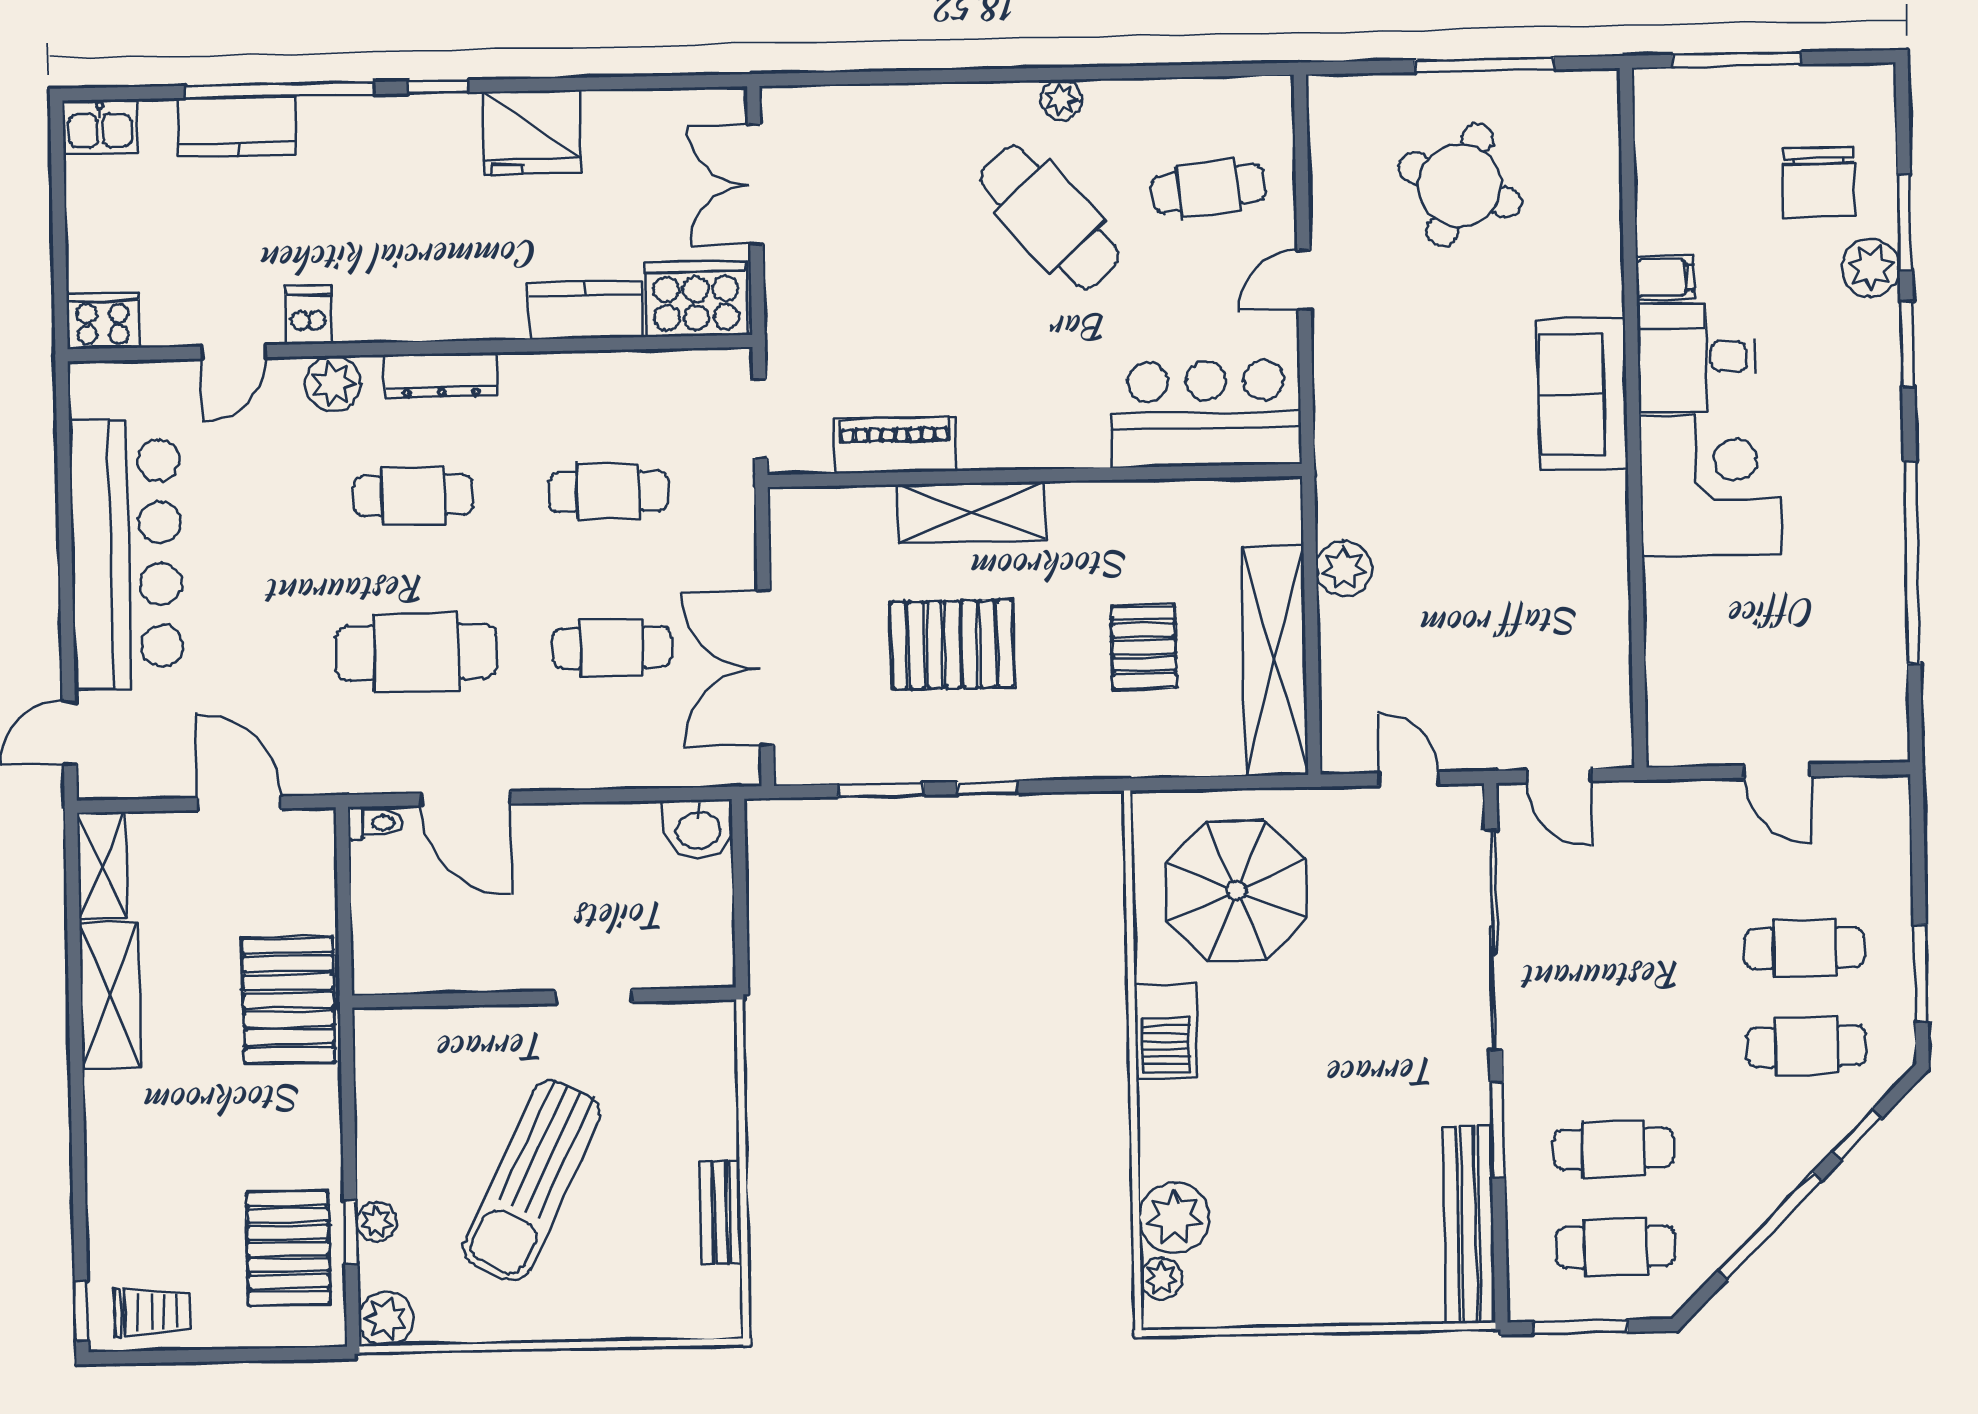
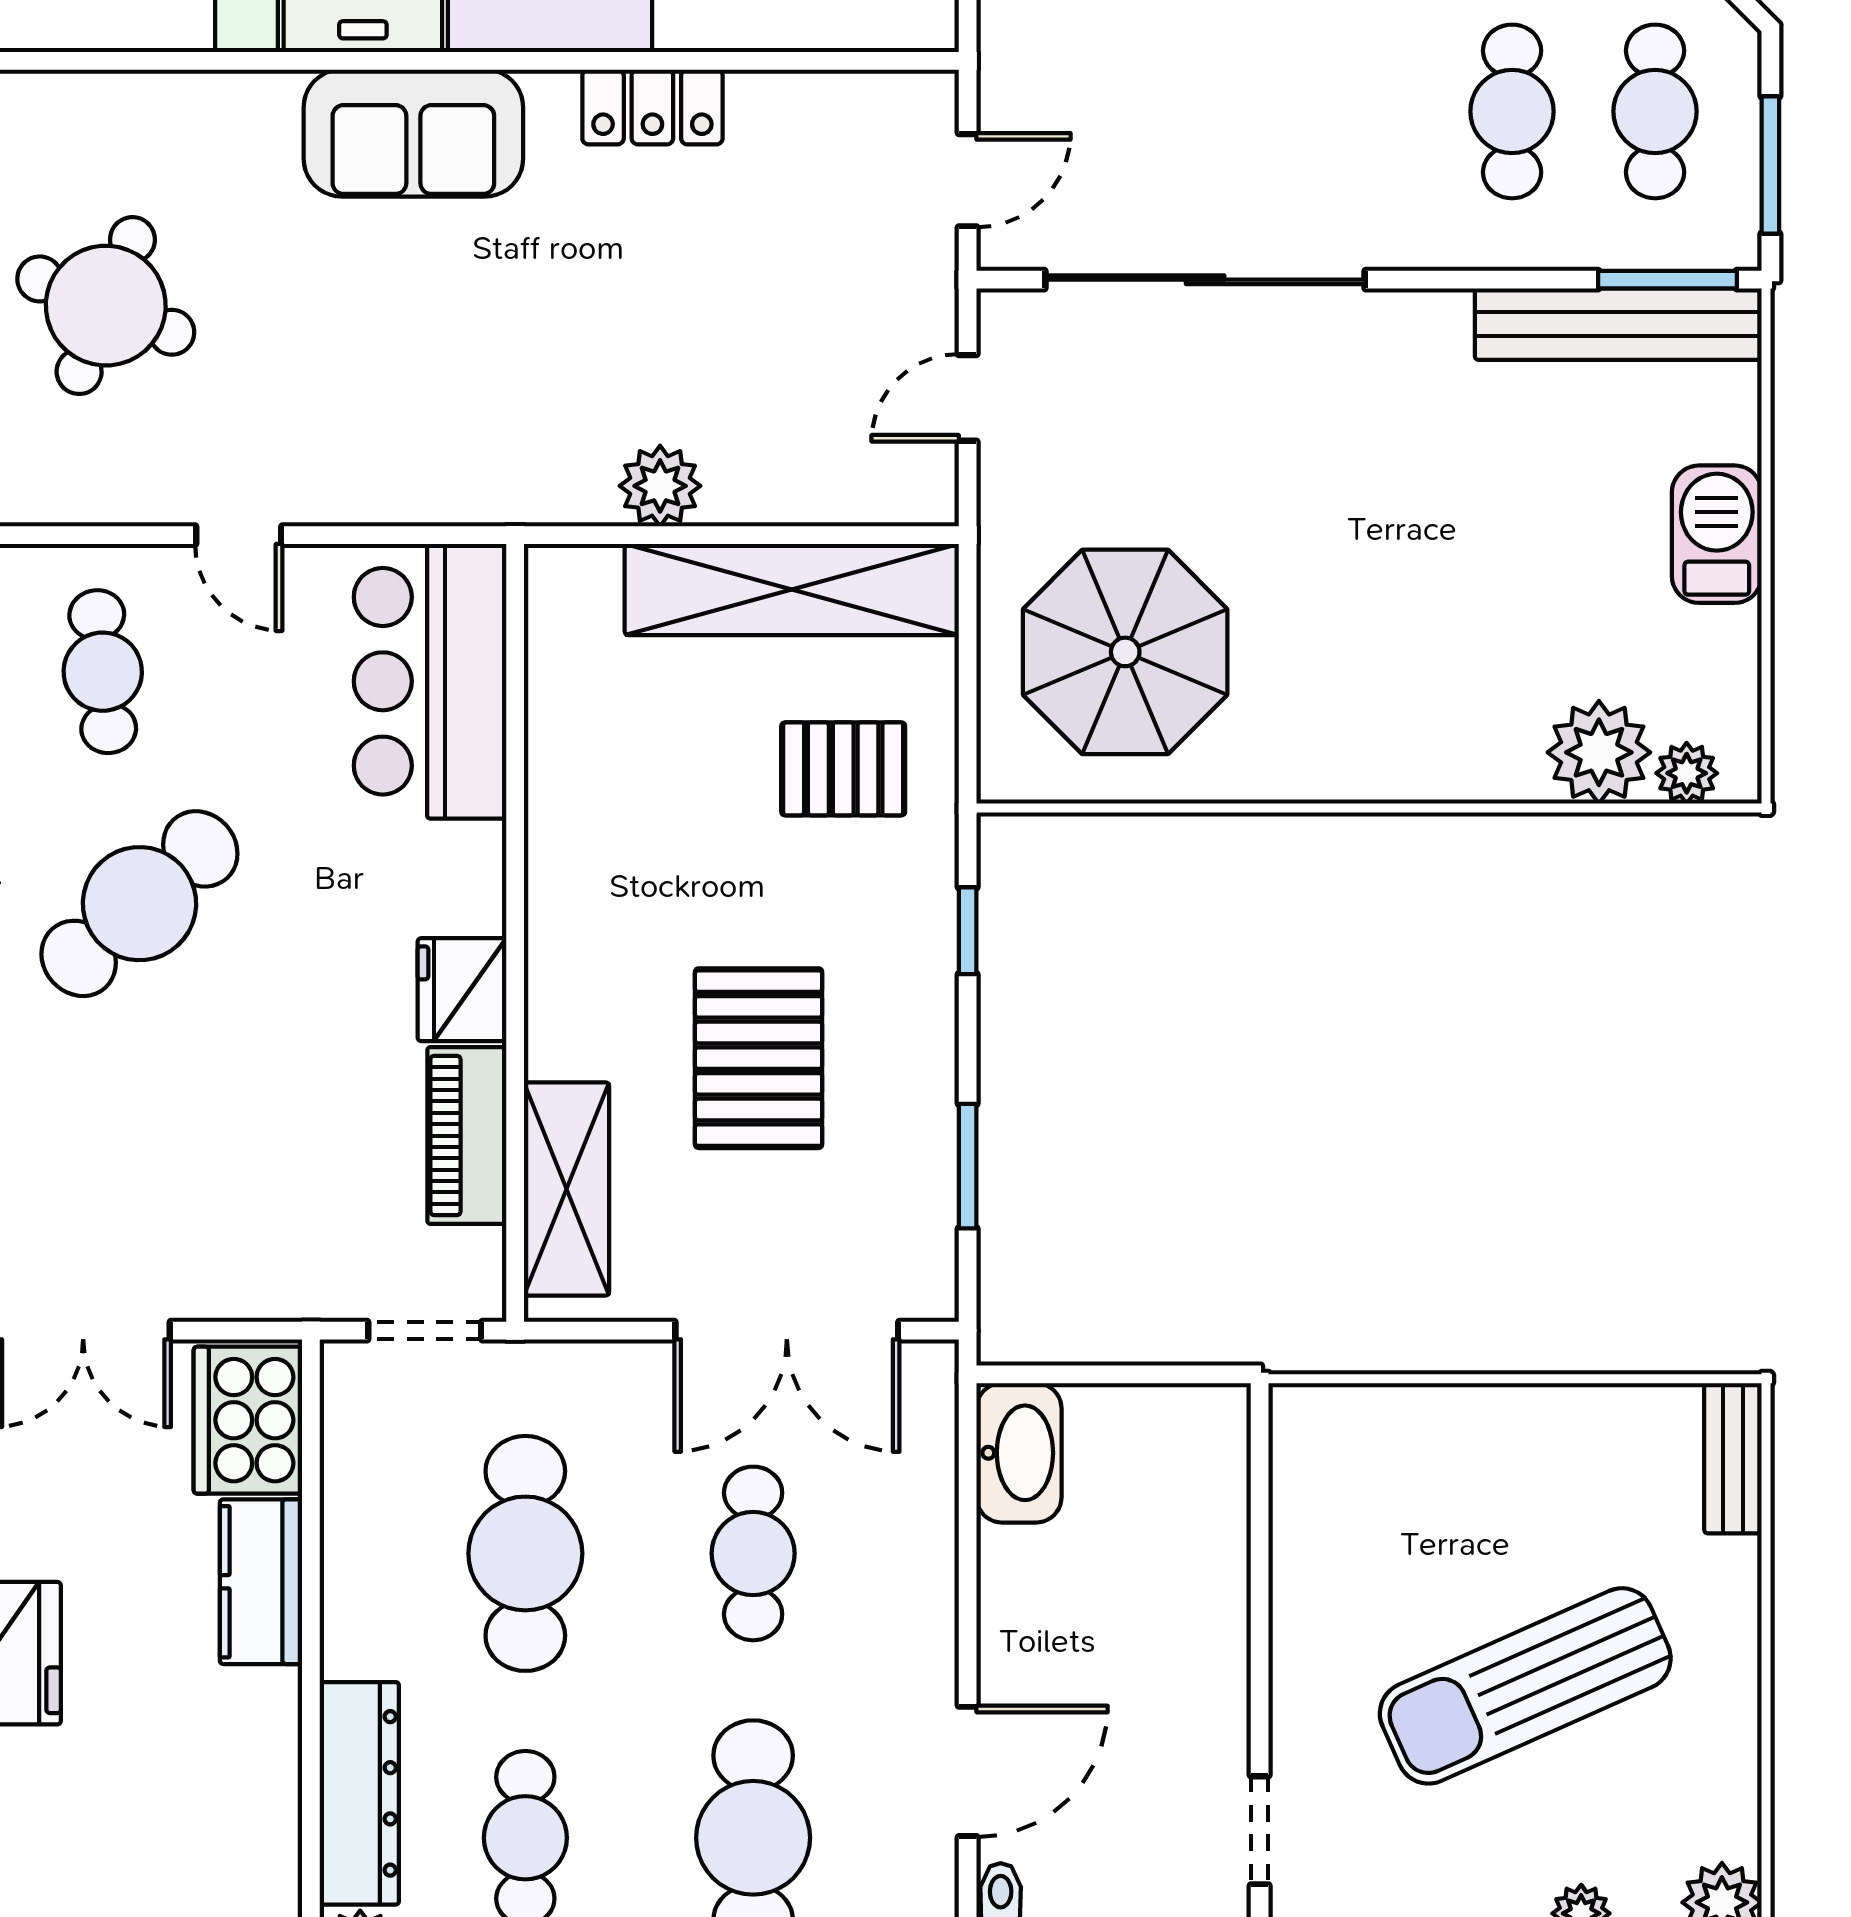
dresser: (441, 375) -> (359, 1793), width x1.37, depth x1.24
fridge: (995, 440) -> (462, 990), added
cafe table: (608, 491) -> (525, 1553), width x1.37, depth x1.35
shelving: (972, 512) -> (567, 1189), moved
locker: (1604, 558) -> (652, 107), added
pallet: (1144, 647) -> (843, 769), moved
window: (987, 788) -> (968, 931), moved
washbasin: (698, 829) -> (1019, 1453), width x1.38
doorway: (594, 996) -> (1260, 1830), moved
barbecue: (1166, 1031) -> (1717, 534), moved, turned -90
window: (1497, 1130) -> (1667, 280), moved
sun lounger: (532, 1180) -> (1525, 1686), turned 130
bench: (721, 1212) -> (1733, 1458), moved, turned 90

